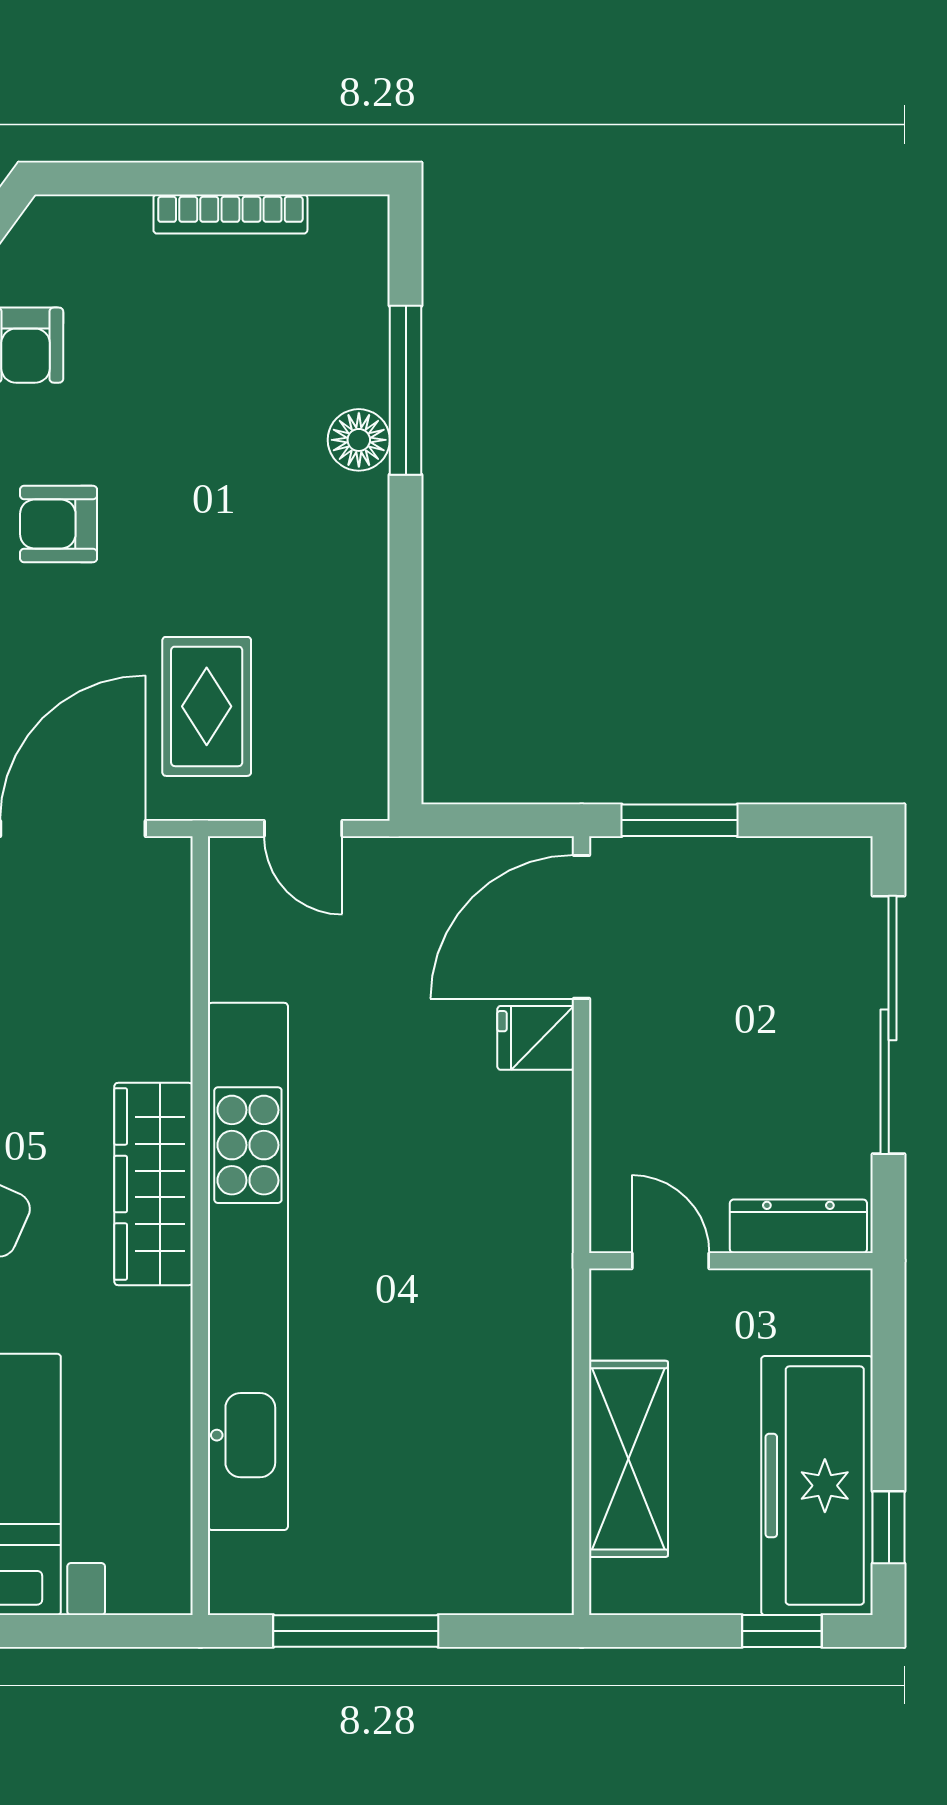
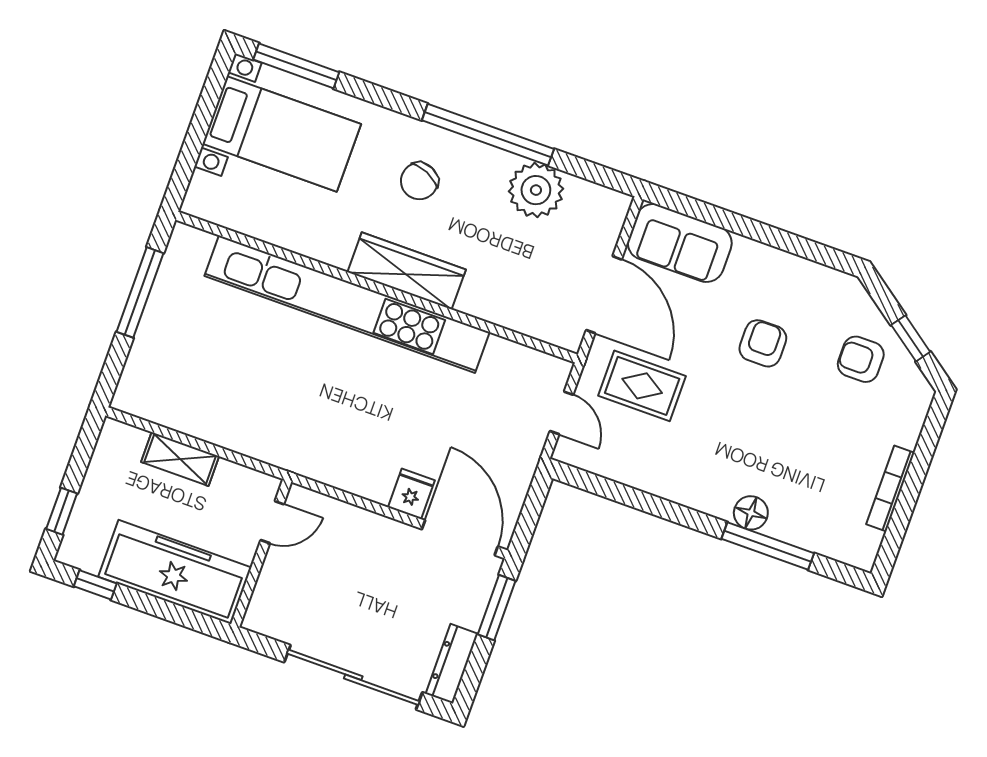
door: (303, 829) -> (562, 413), swing flipped
dresser: (798, 1226) -> (452, 664), moved, turned 180
shelving: (629, 1459) -> (180, 459), width x0.67, depth x0.75
freezer: (817, 1486) -> (175, 572), moved

